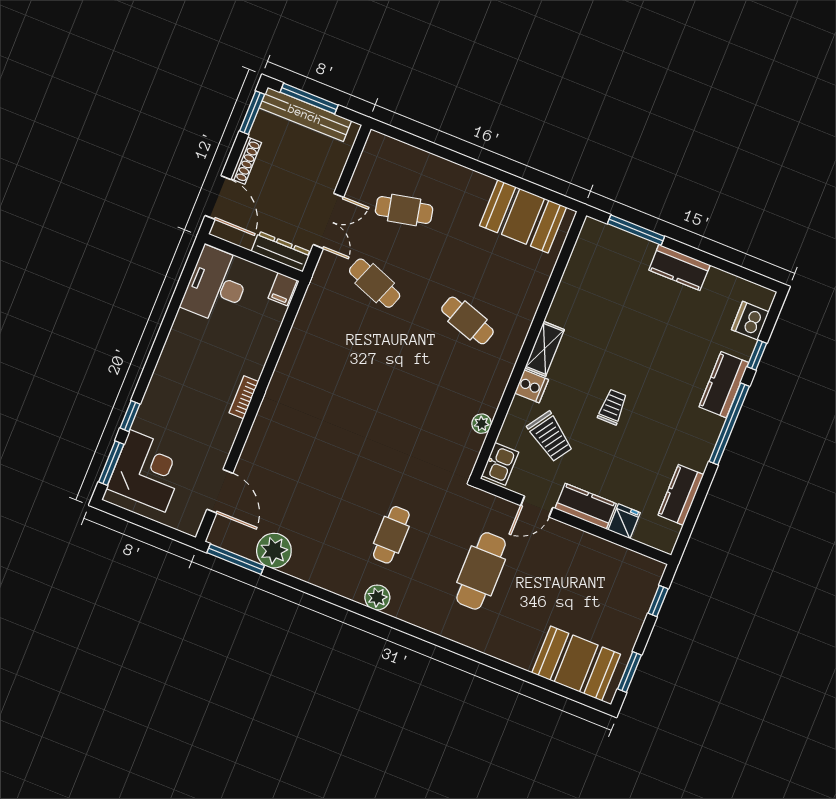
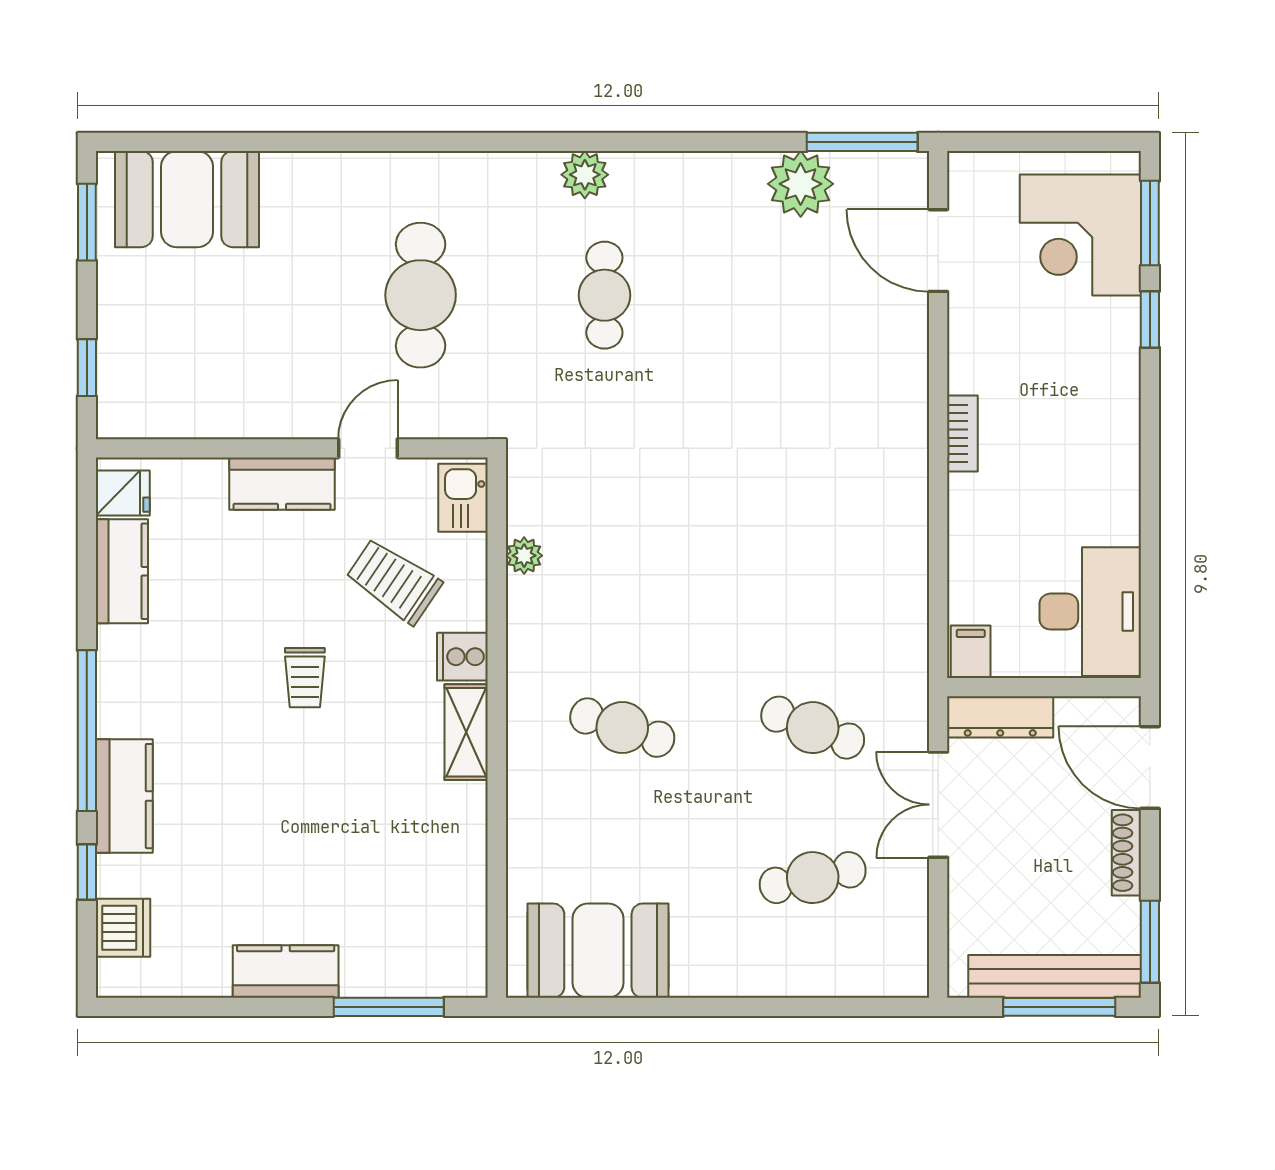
fridge: (624, 521) -> (123, 493), moved, turned -90

